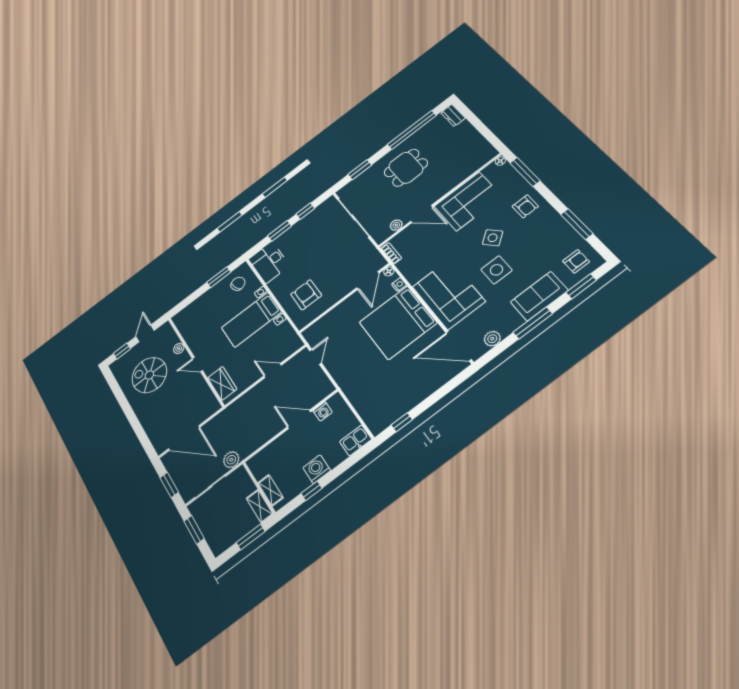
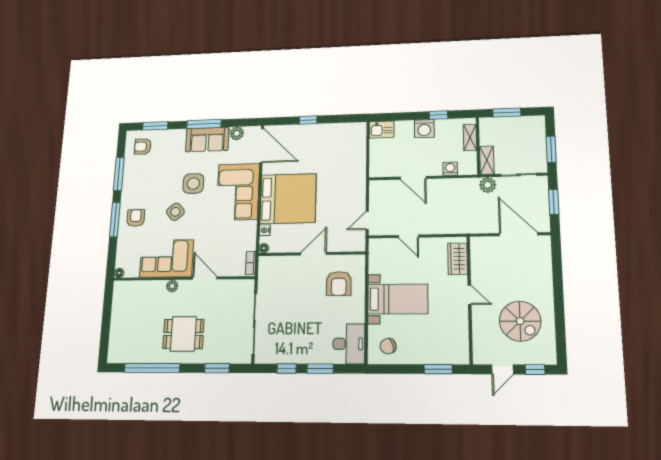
dresser: (453, 115) -> (115, 351), removed
window: (525, 172) -> (115, 220), moved
plant: (396, 225) -> (172, 286), moved
window: (219, 277) -> (438, 369), moved
door: (368, 280) -> (313, 254), moved
sofa: (539, 296) -> (207, 139), moved
plant: (179, 348) -> (478, 326), removed
washing machine: (323, 411) -> (450, 169), moved
window: (402, 422) -> (308, 120), moved
shelving: (260, 506) -> (487, 160), moved

